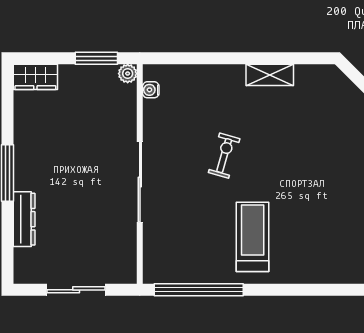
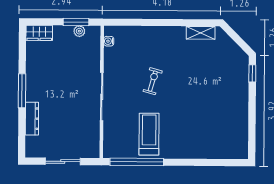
plant: (128, 74) -> (79, 31), moved
shelving: (270, 75) -> (201, 33), moved
treadmill: (253, 237) -> (149, 134), moved

